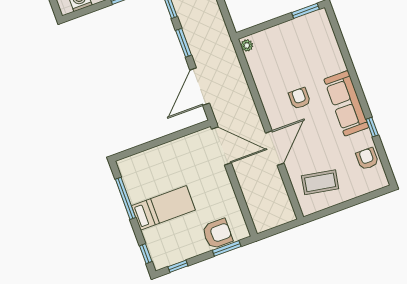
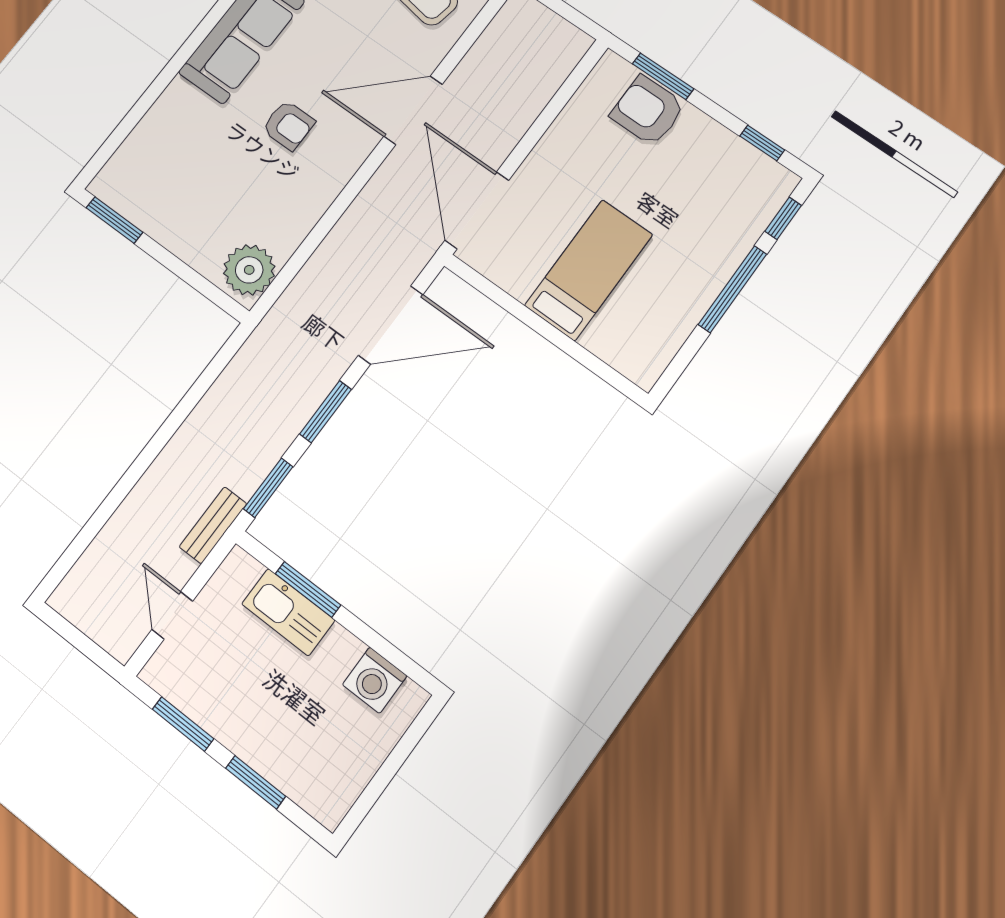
plant: (247, 45) -> (249, 270), width x1.87, depth x1.87
armchair: (300, 98) -> (288, 125), turned -90
window: (125, 198) -> (733, 289), moved
bed: (163, 208) -> (589, 270), moved, turned 90

